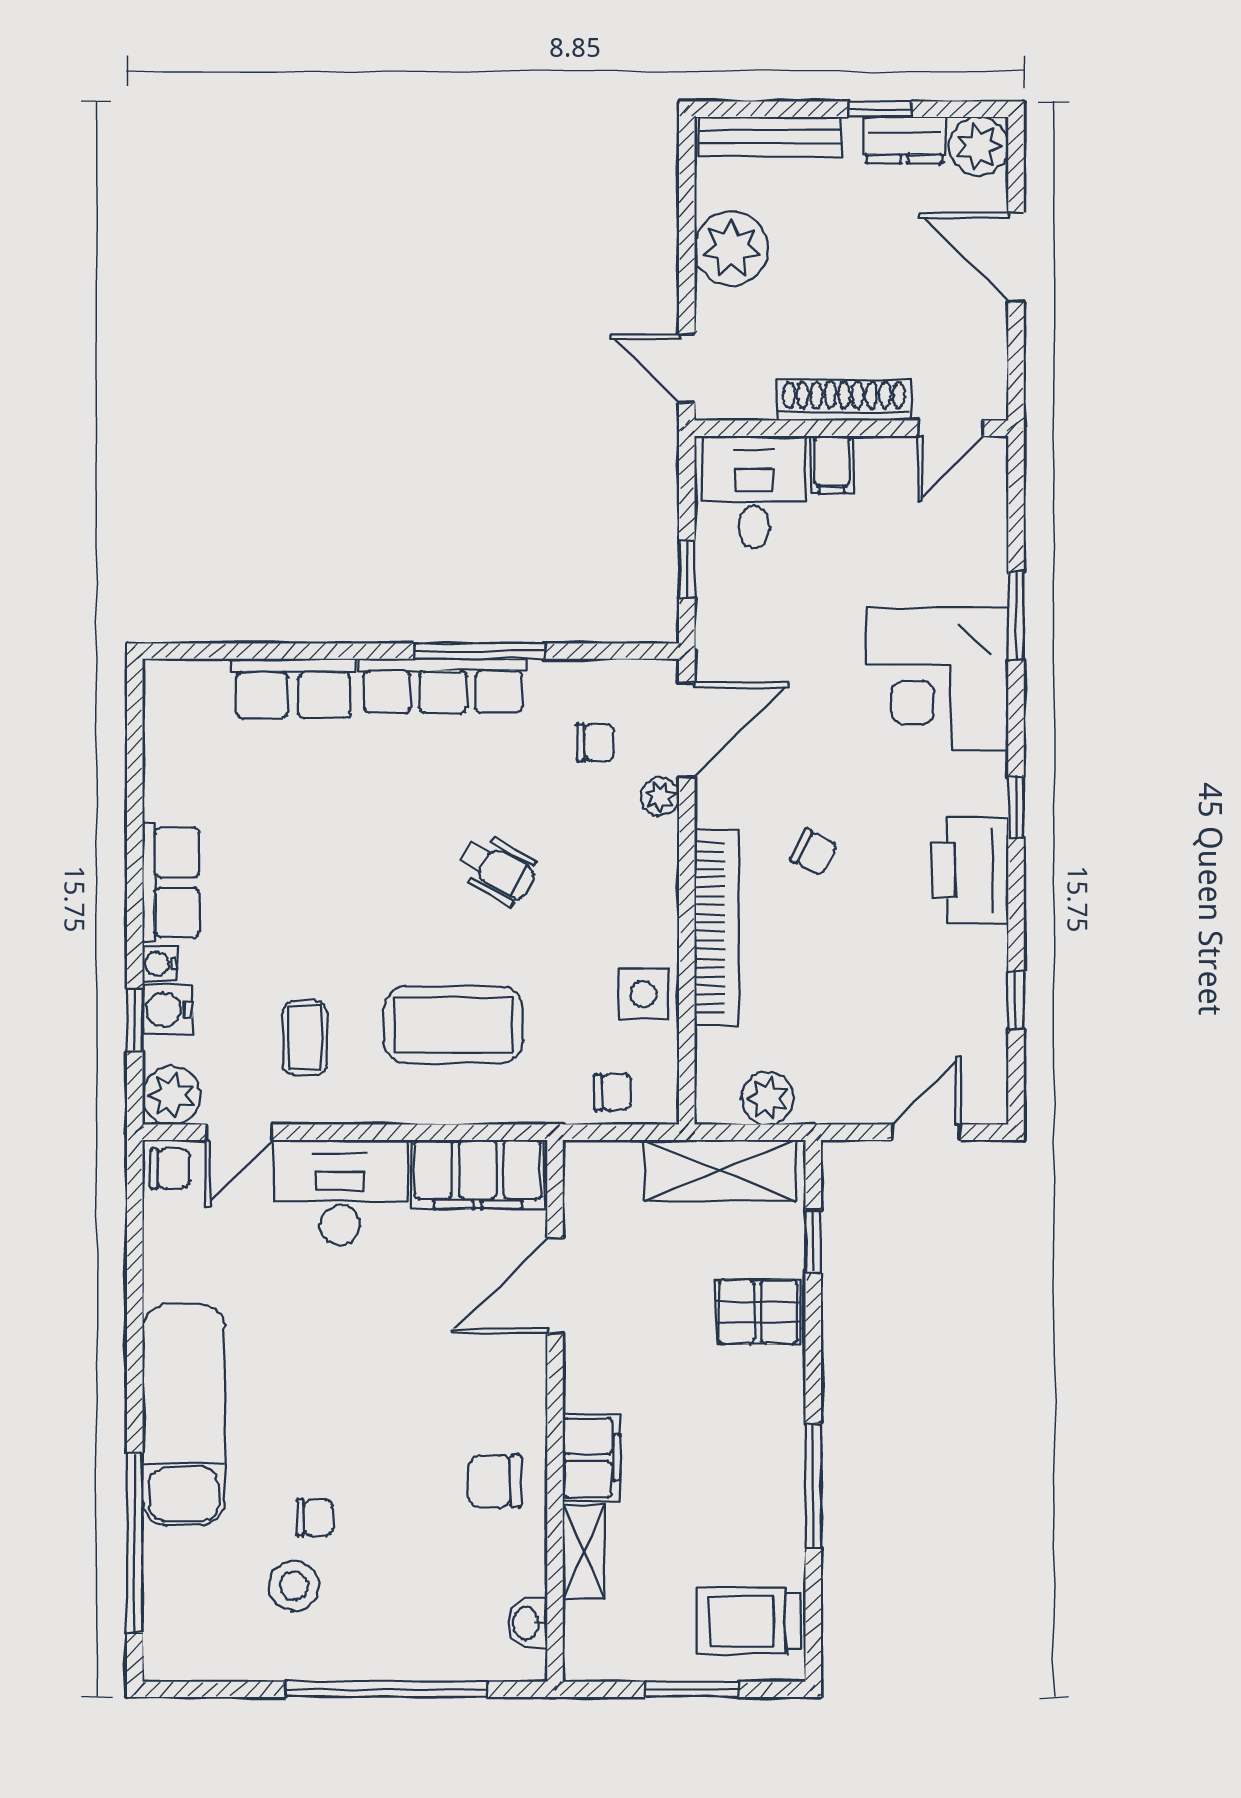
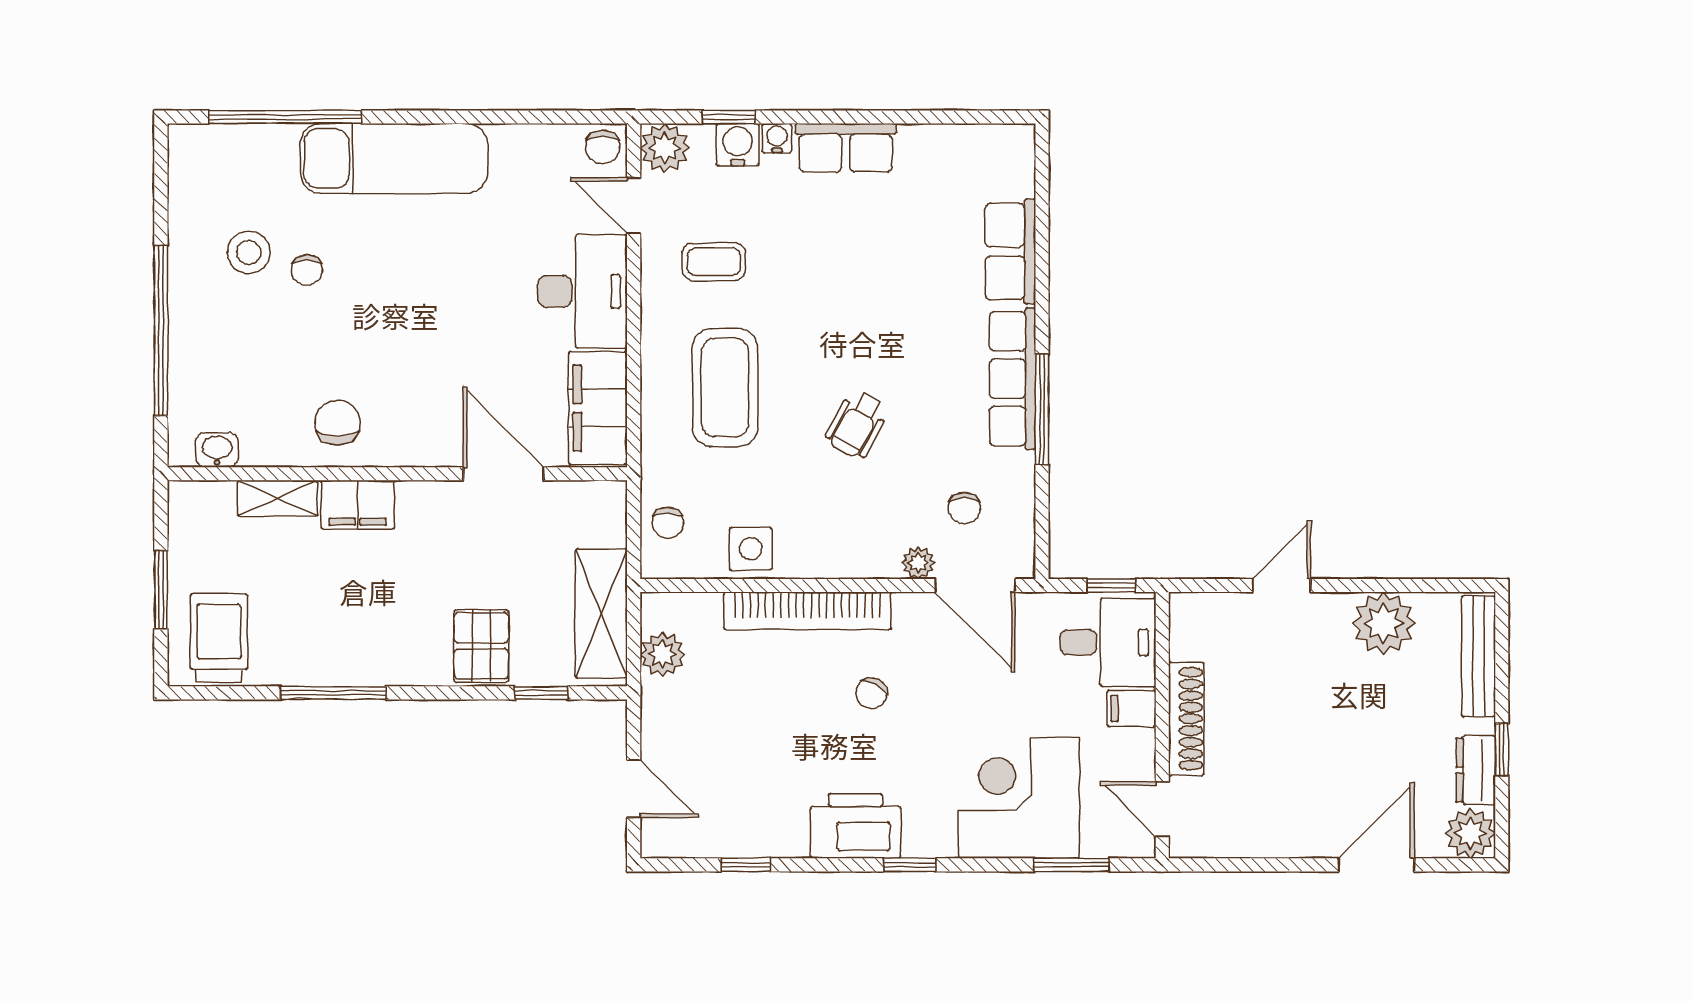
shoe rack: (844, 400) -> (1186, 719), moved
wall: (851, 428) -> (1162, 725), moved
door: (950, 428) -> (1162, 809), moved
filing cabinet: (832, 465) -> (1131, 709), moved
desk: (754, 492) -> (1108, 642), moved

